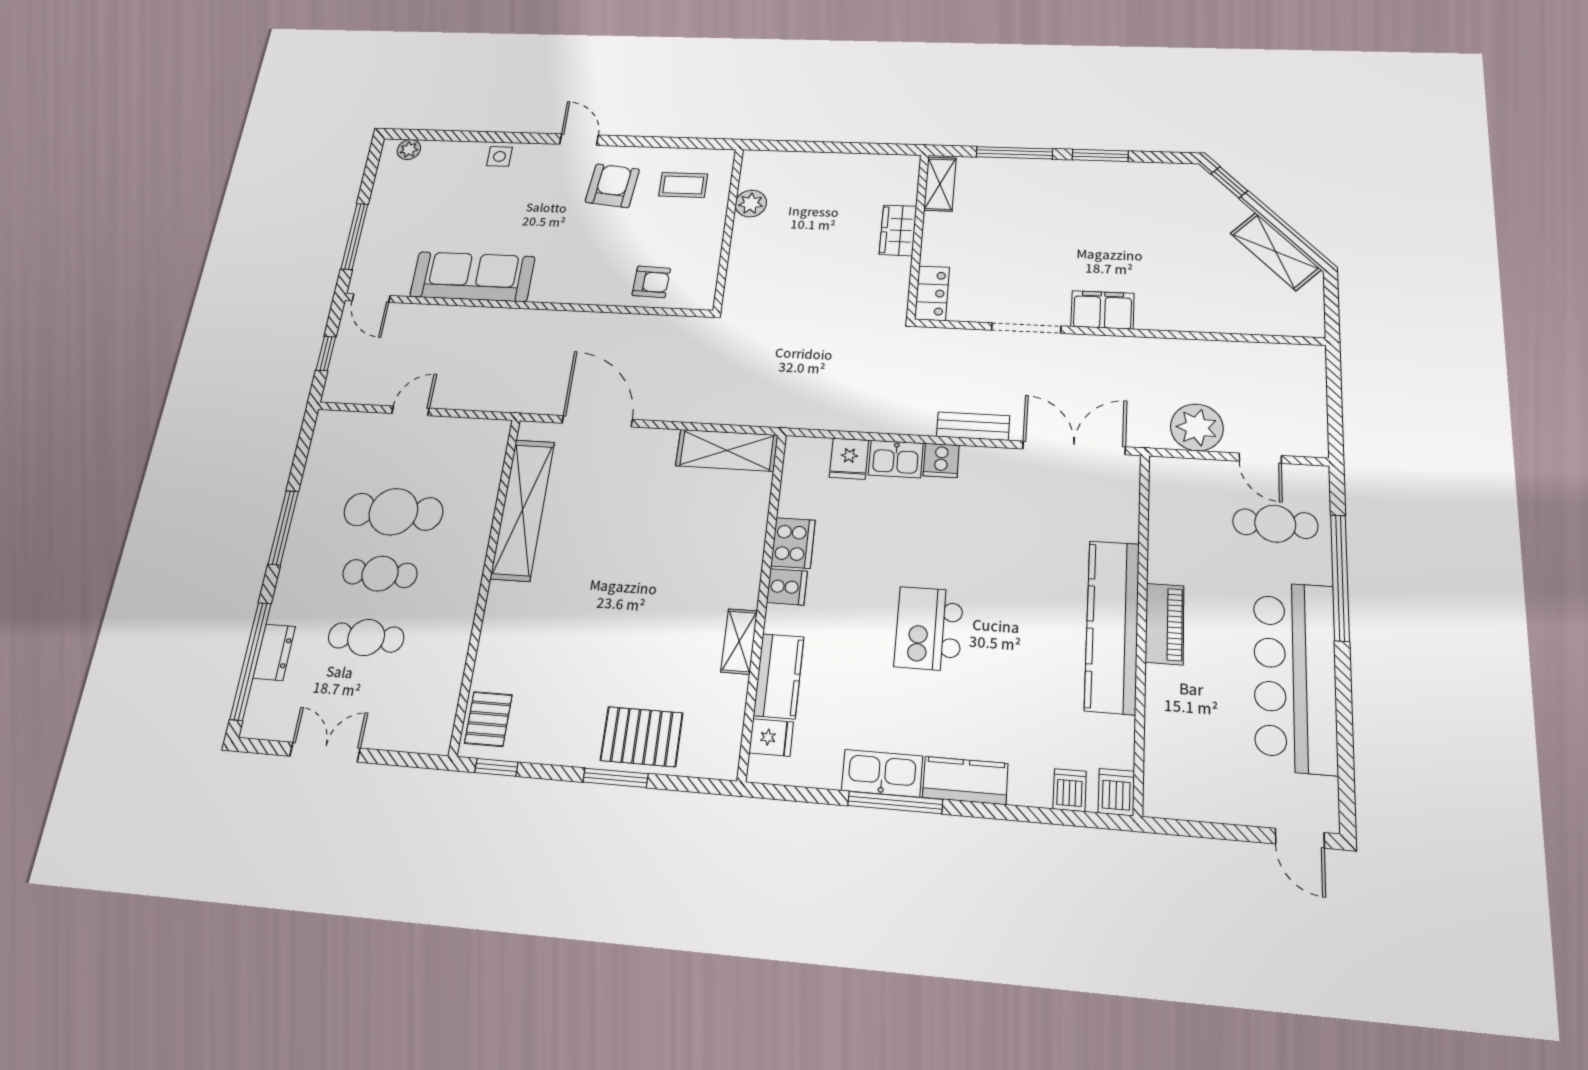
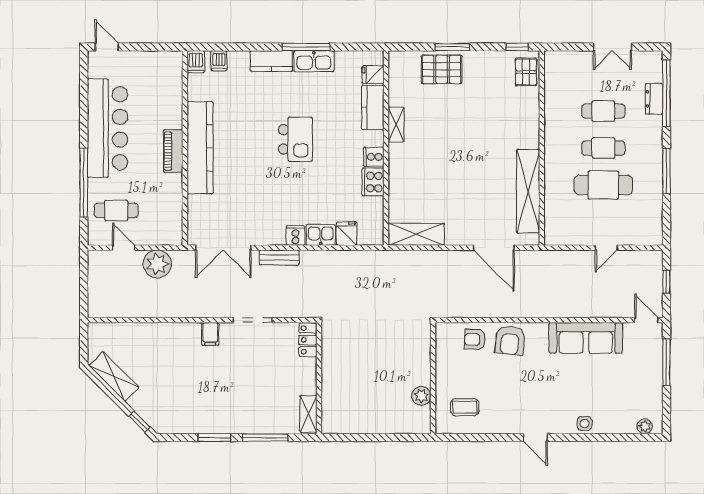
armchair: (612, 186) -> (510, 340), moved
wardrobe: (898, 230) -> (331, 381), removed
filing cabinet: (1103, 310) -> (210, 334), width x0.50

